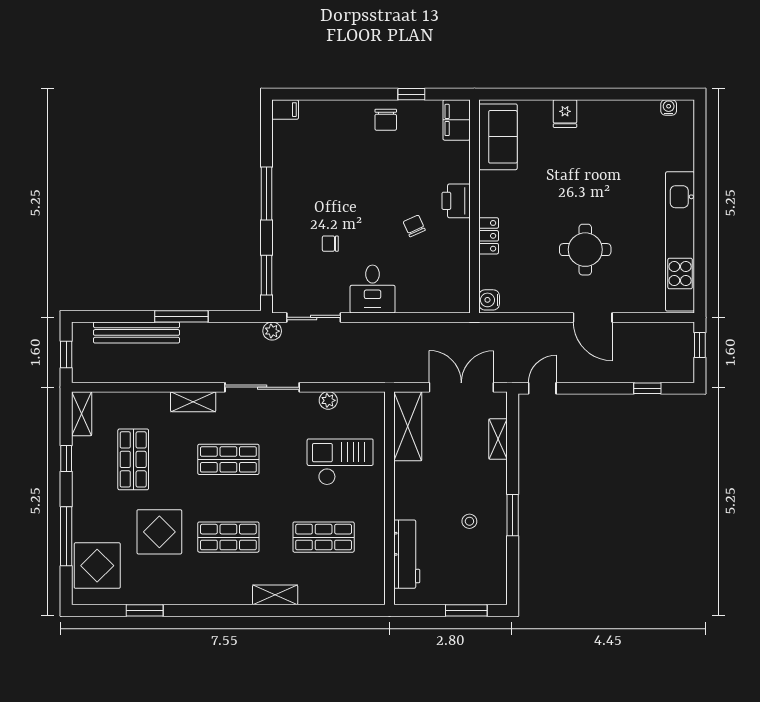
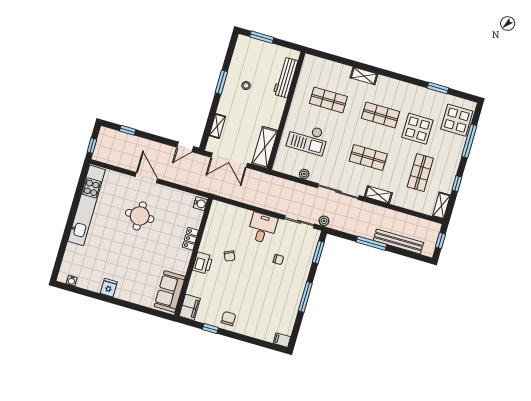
fridge: (565, 114) -> (109, 288), moved

